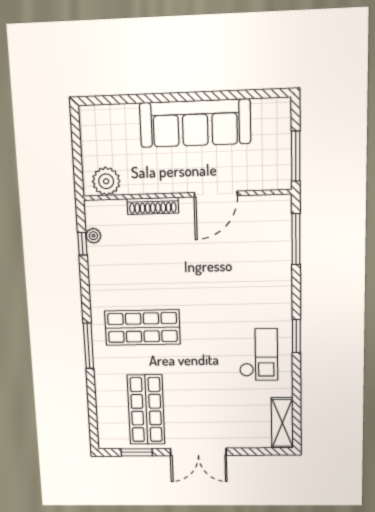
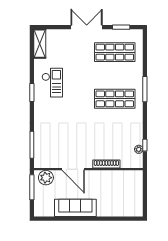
sofa: (195, 123) -> (75, 208), width x0.74, depth x0.79
plant: (106, 181) -> (46, 178), moved
door: (216, 194) -> (73, 169), swing flipped
checkout: (258, 355) -> (52, 83), turned 180
shop shelf: (146, 410) -> (115, 52), turned 90

